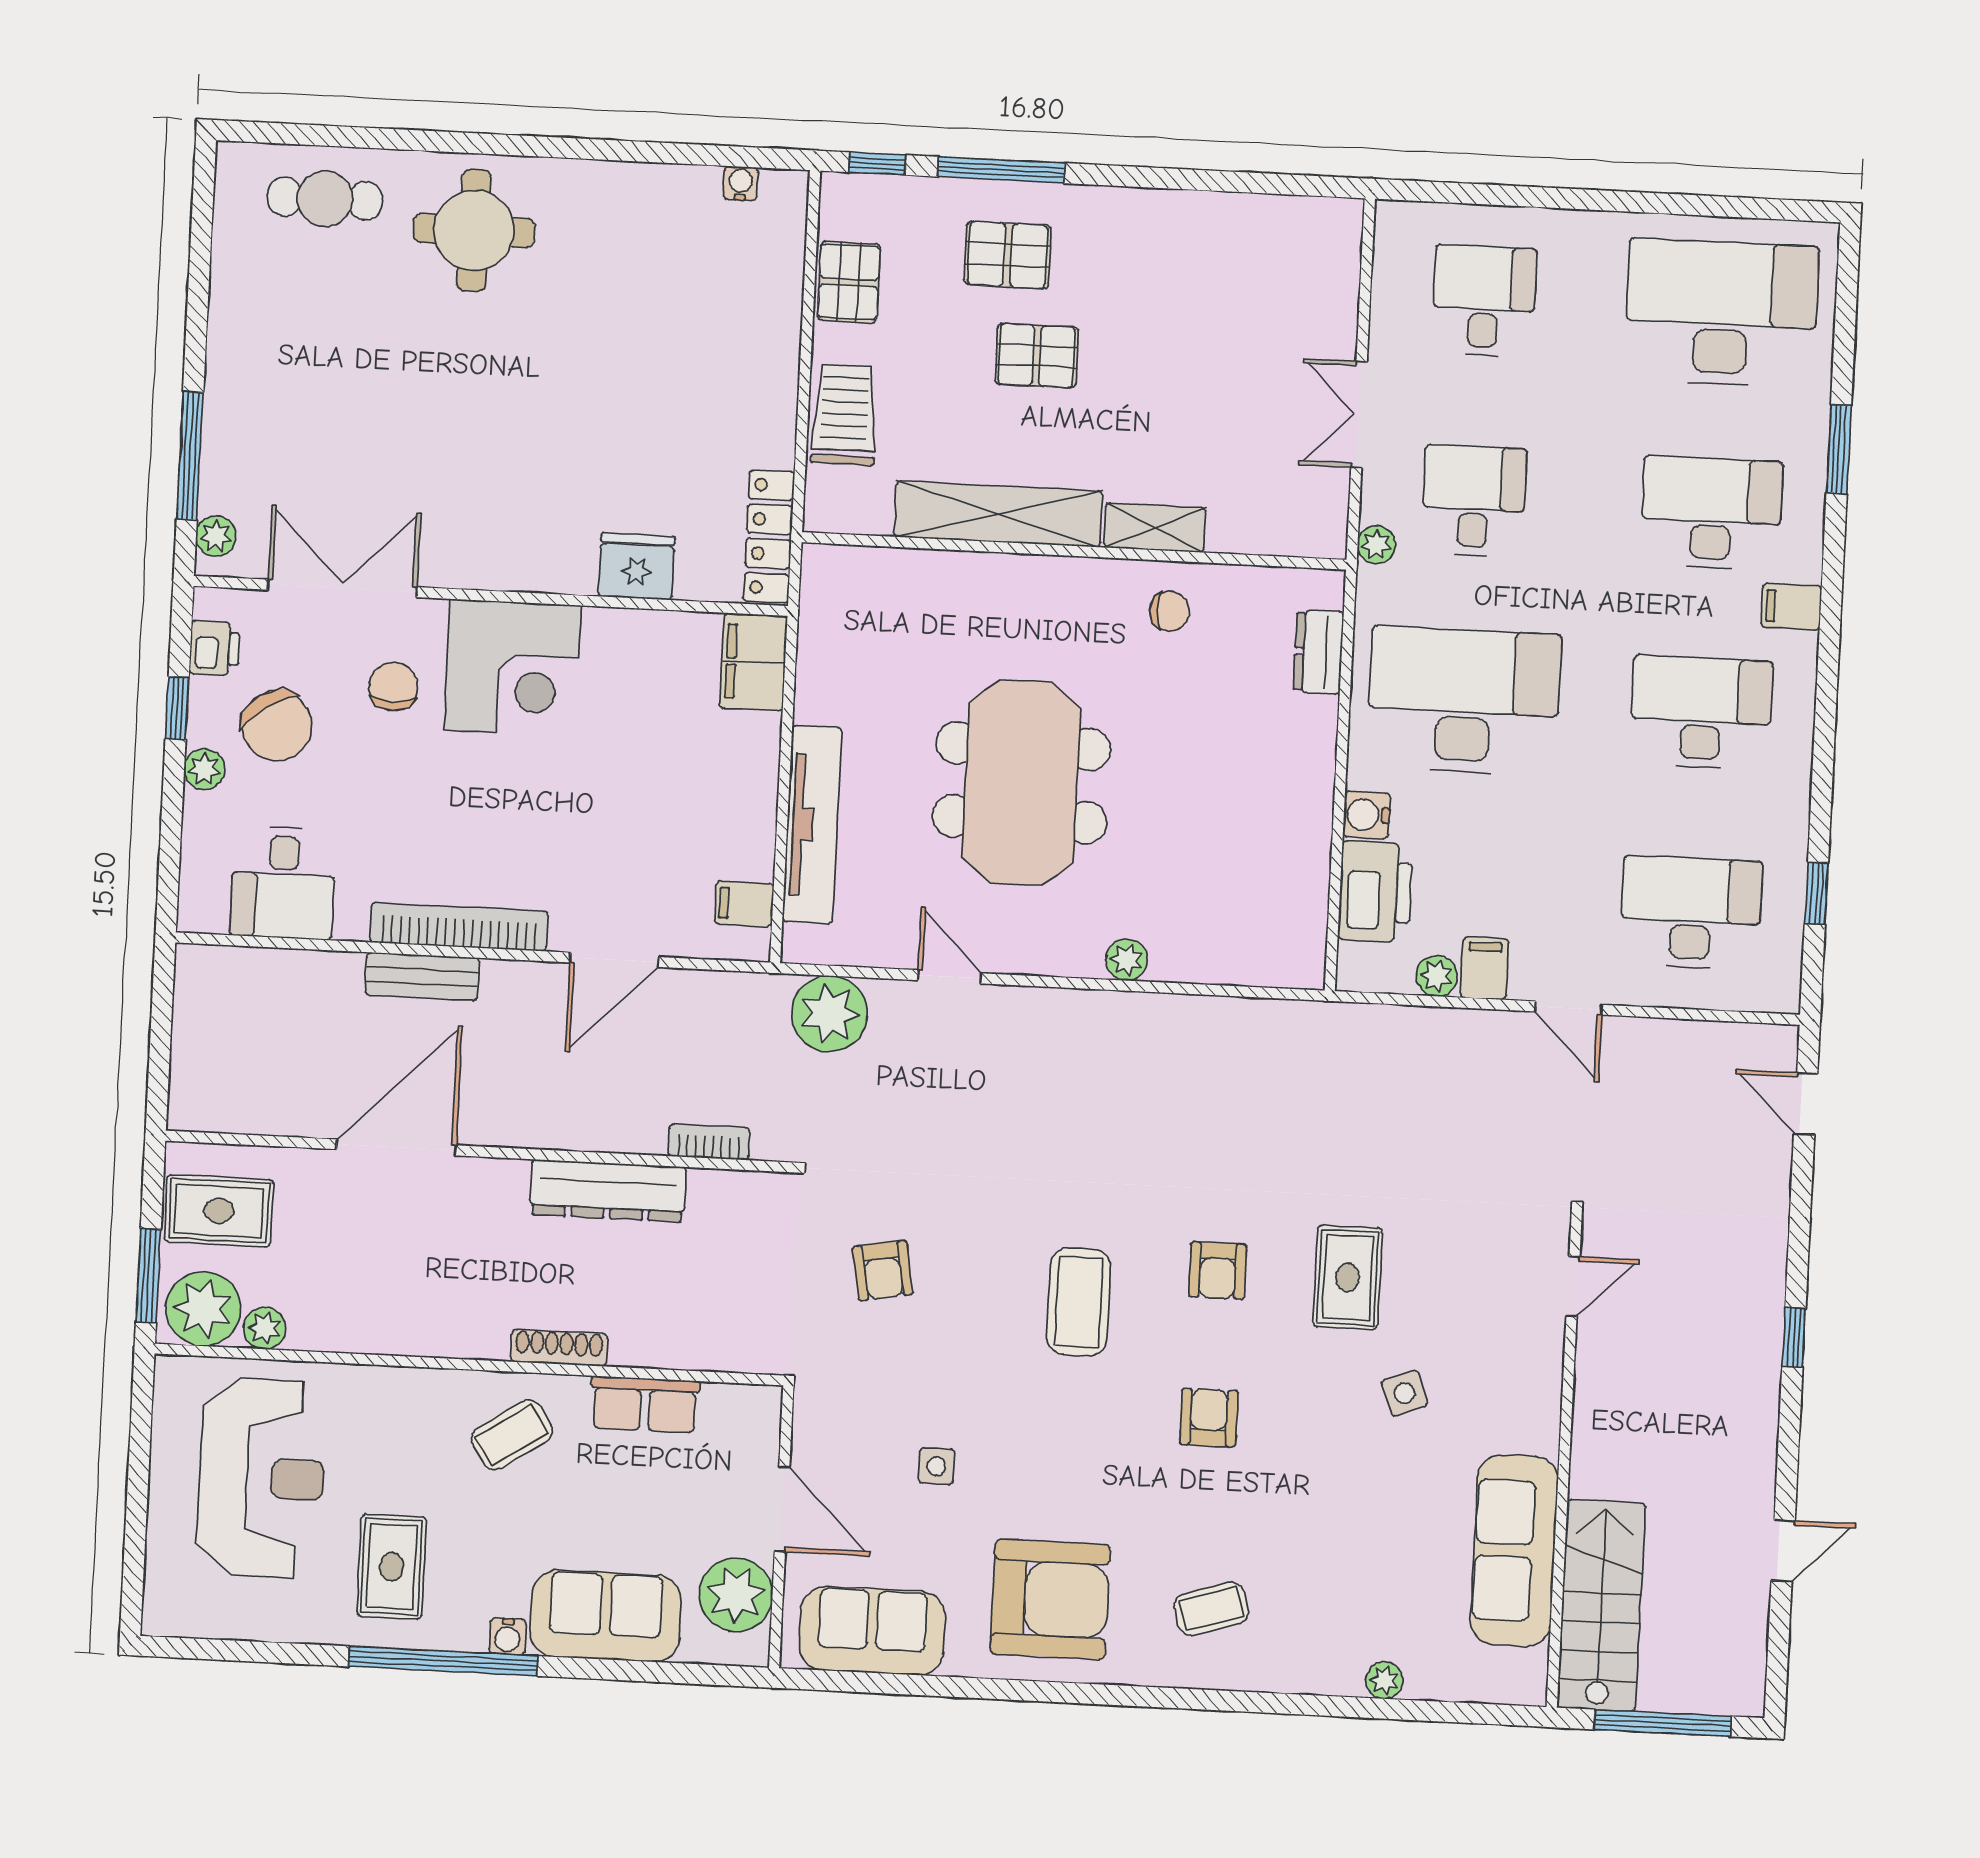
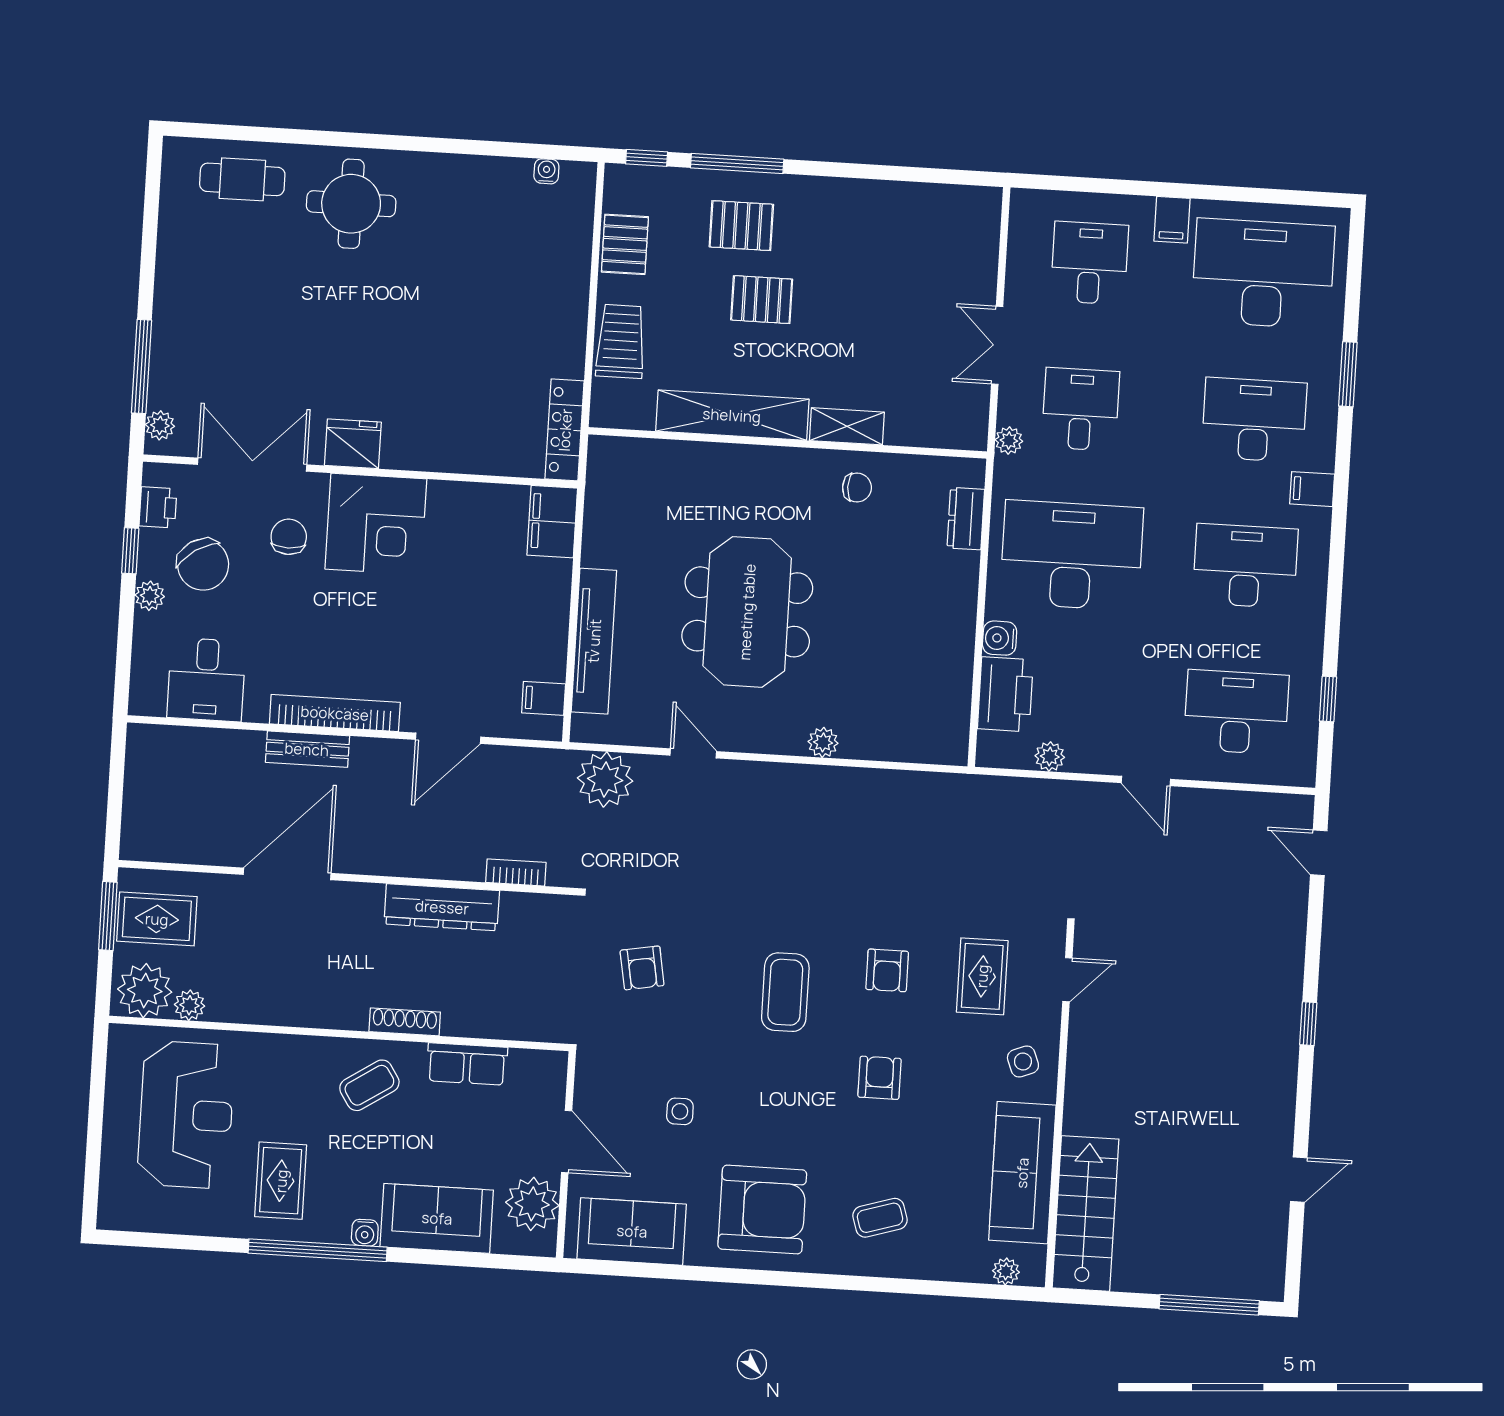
fridge: (637, 566) -> (353, 444), moved
filing cabinet: (1485, 968) -> (1172, 220), moved, turned 180
window: (148, 1275) -> (108, 916), moved
door: (1573, 1286) -> (1067, 980), moved
wall: (1564, 1460) -> (1060, 1107), moved
sofa: (1514, 1551) -> (1022, 1173), moved
stairs: (1601, 1605) -> (1086, 1213), moved

